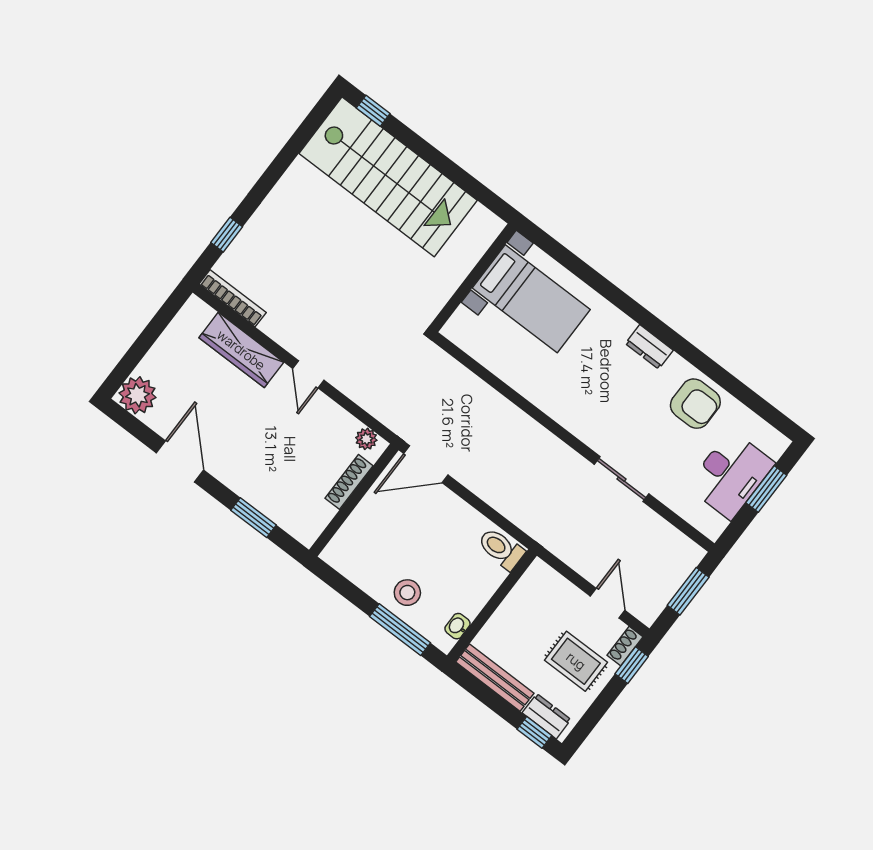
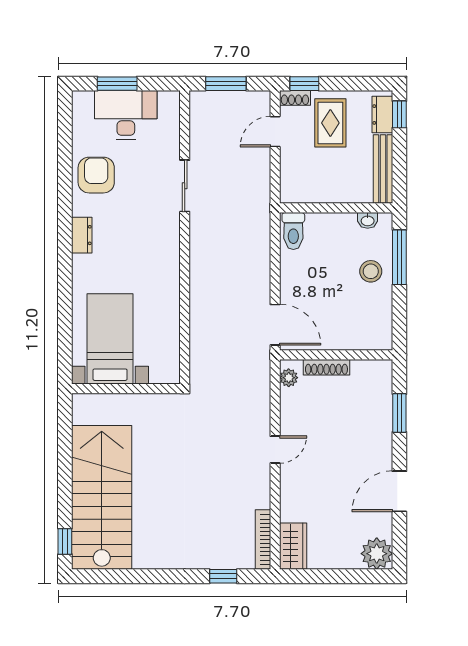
wardrobe: (241, 350) -> (293, 546), moved, width x0.67

